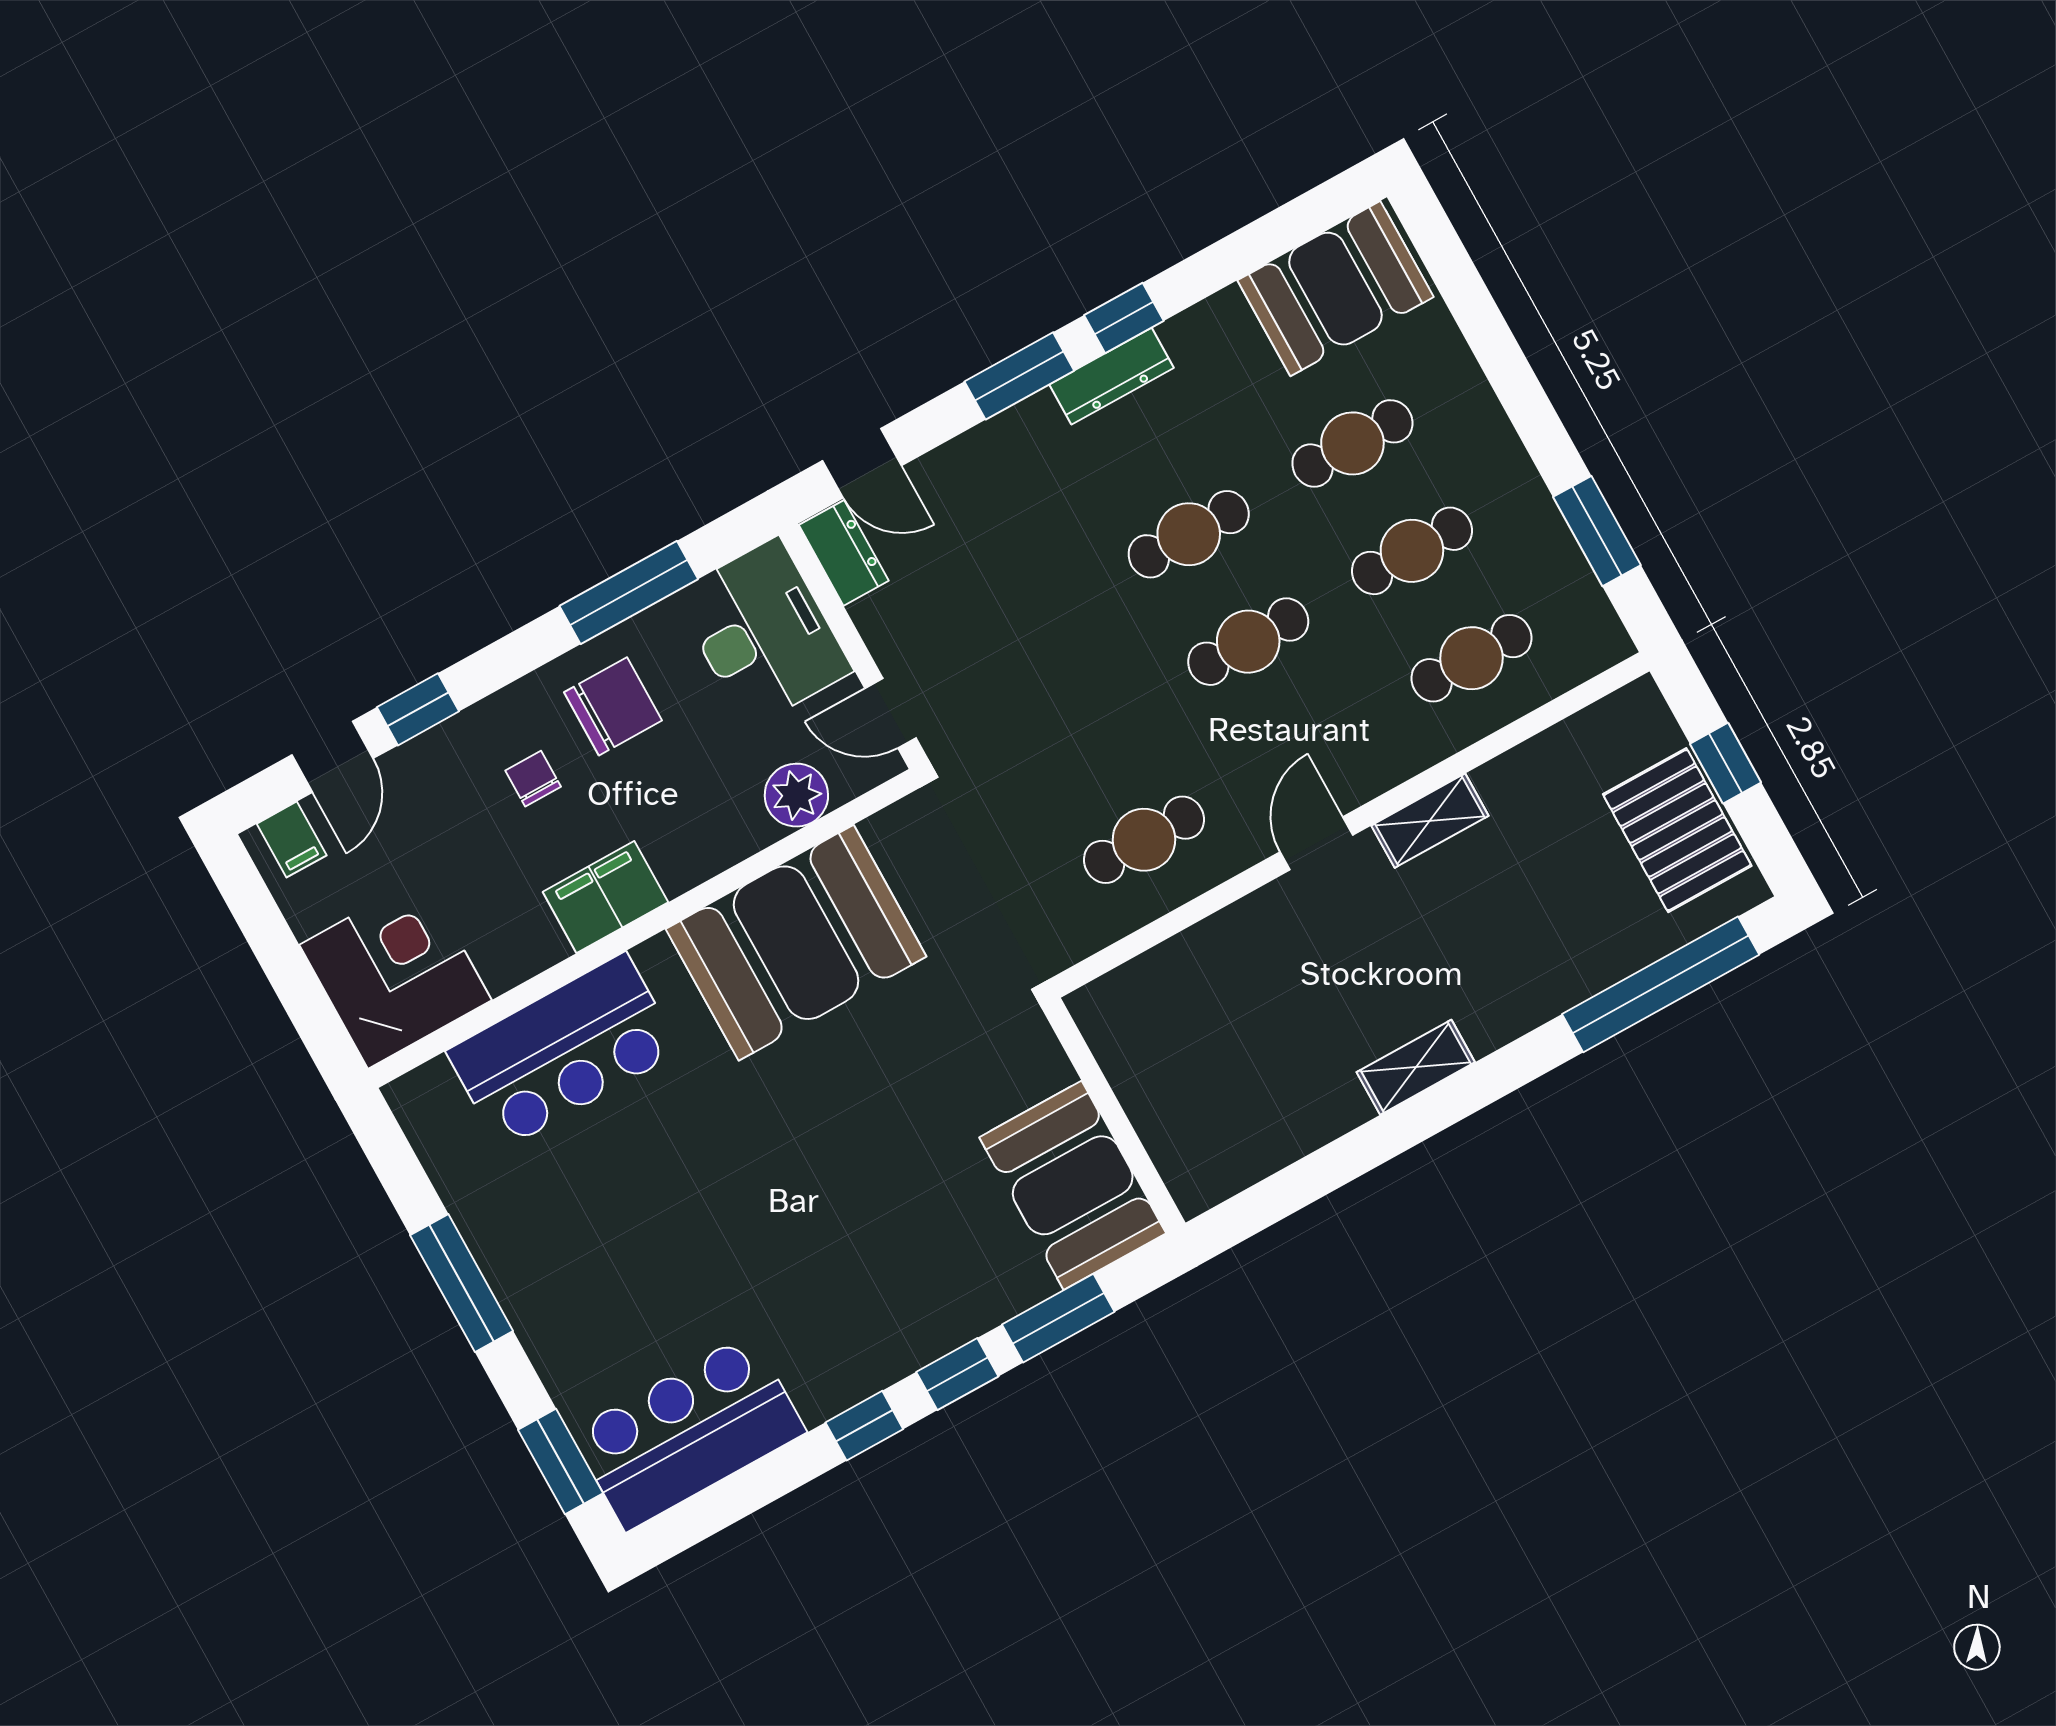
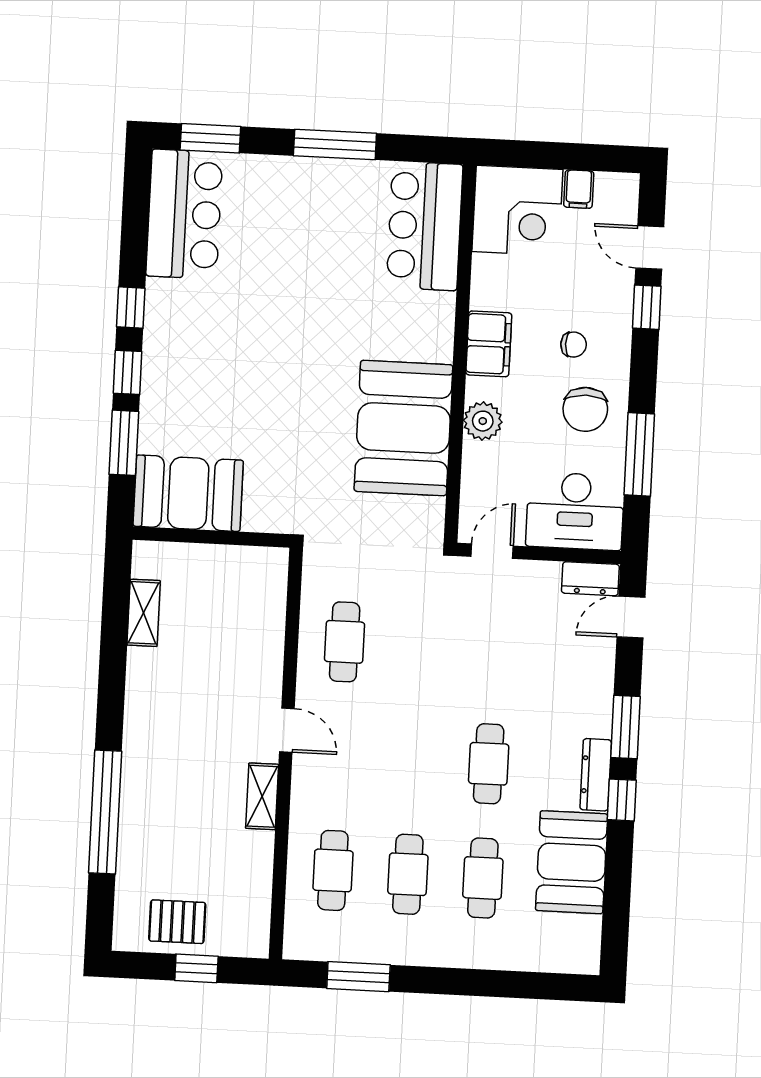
booth: (1335, 289) -> (572, 862), moved
cafe table: (1248, 642) -> (414, 760), removed
plant: (796, 795) -> (483, 421), moved
pallet: (1677, 830) -> (177, 922), width x0.67, depth x0.71
filing cabinet: (292, 840) -> (579, 189), moved, turned -90
window: (1661, 984) -> (105, 812), moved
bar counter: (563, 1051) -> (425, 226), moved
shelving: (1416, 1067) -> (144, 613), moved

